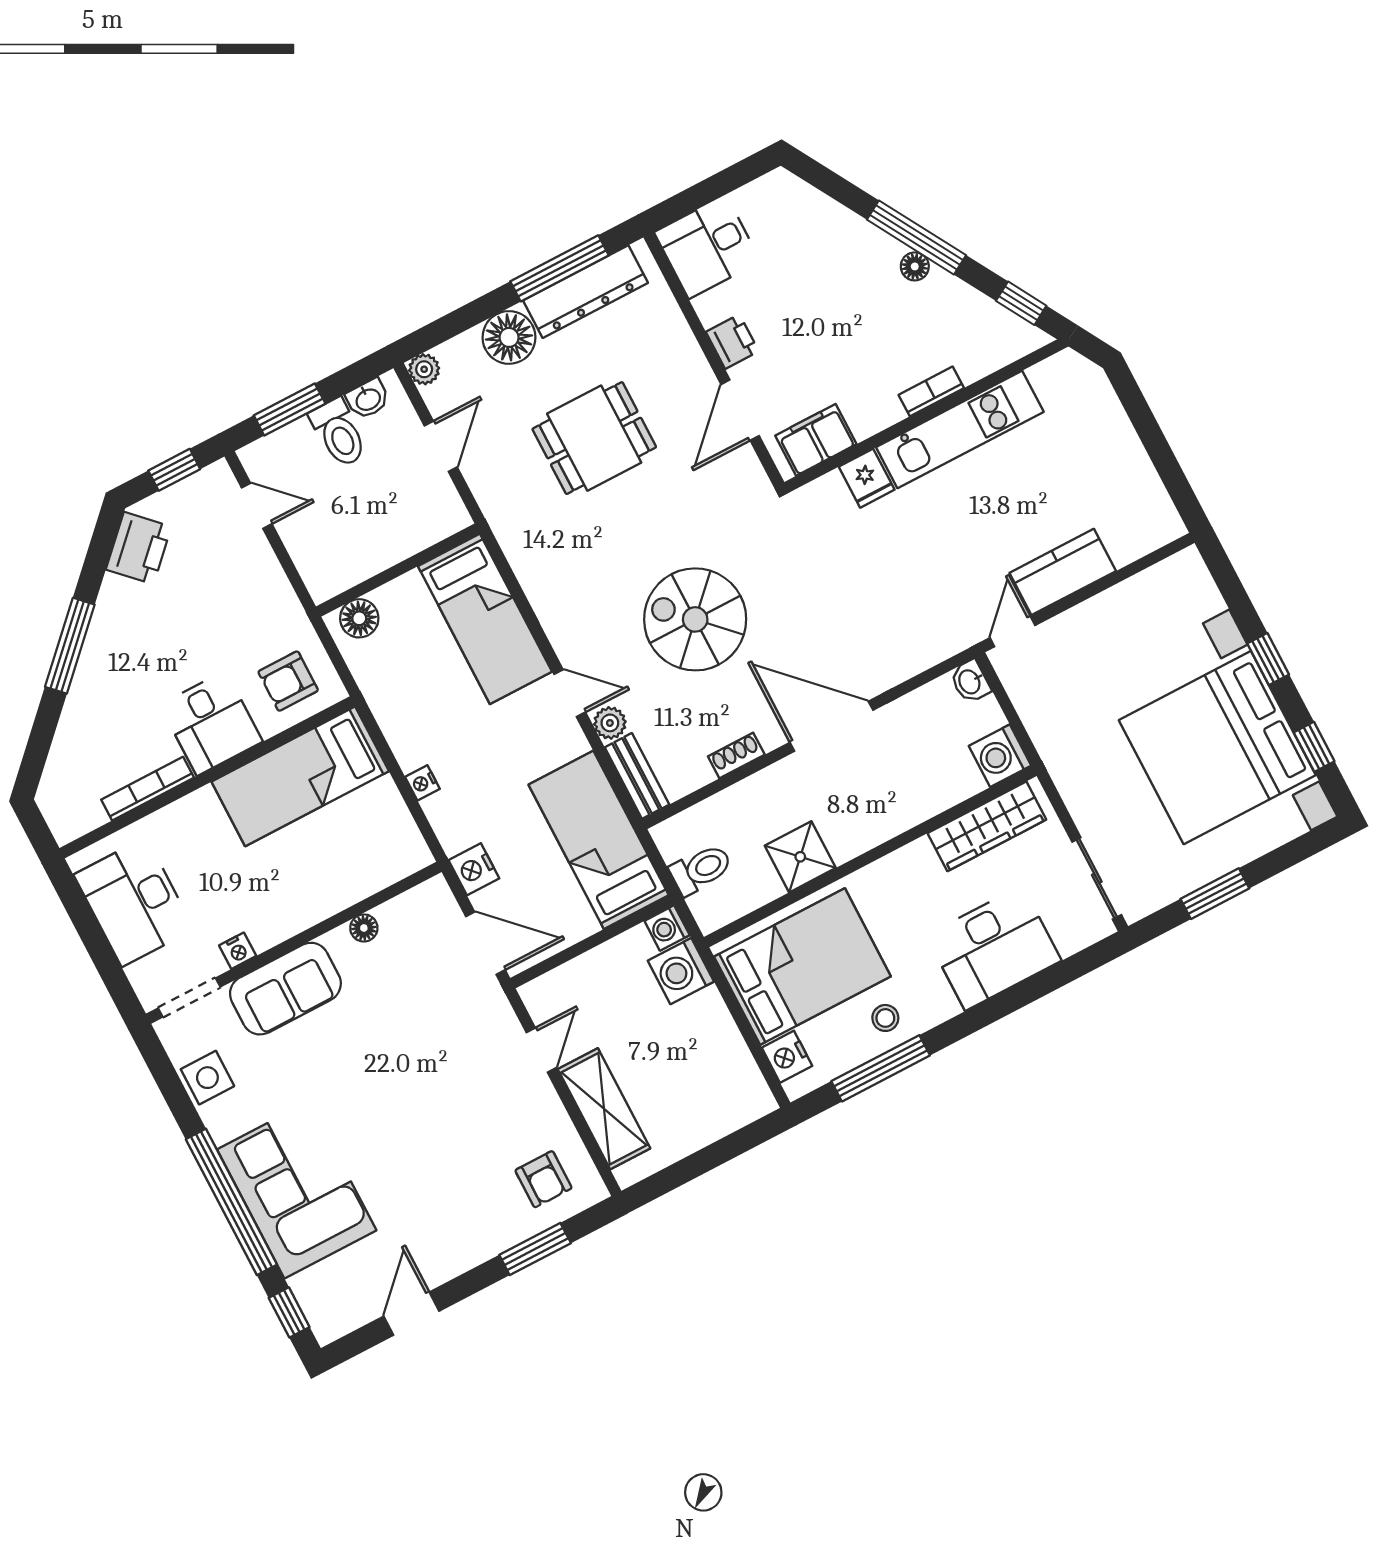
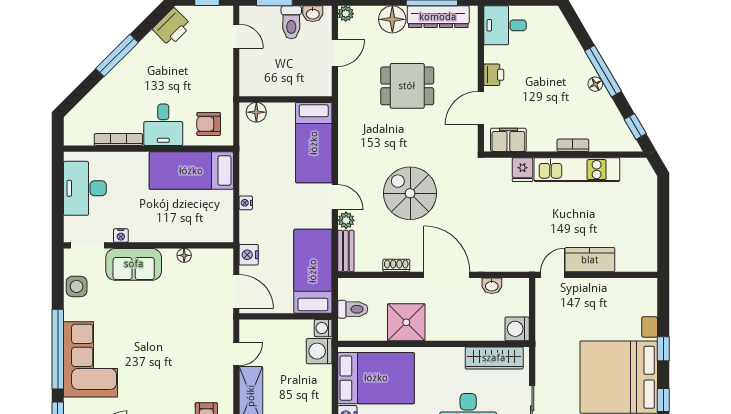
washbasin: (970, 681) -> (492, 286), moved, turned -90
shower: (800, 857) -> (406, 322), width x1.36, depth x1.36

